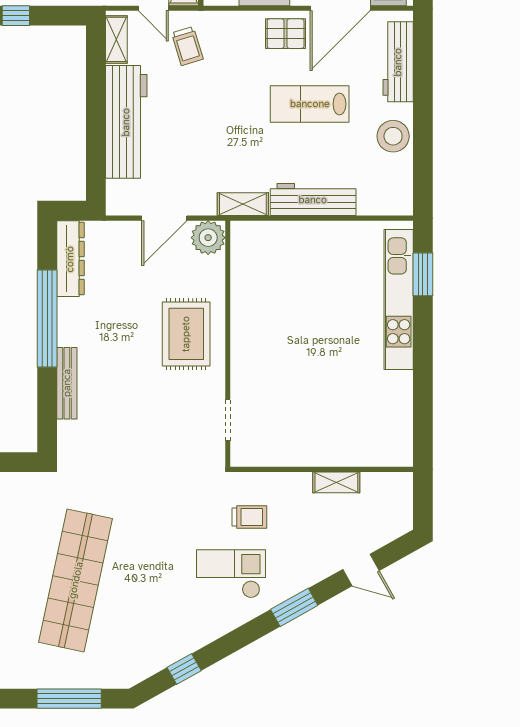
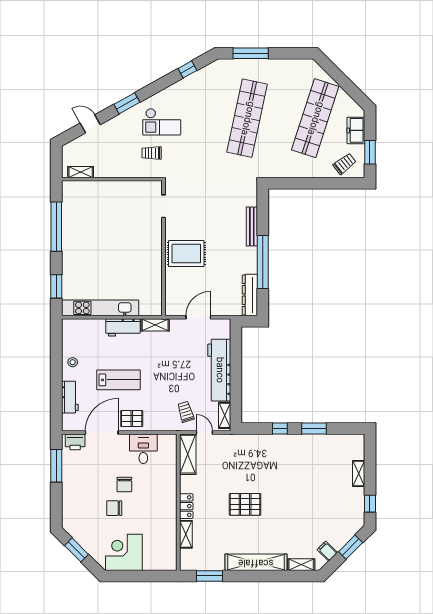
workbench: (398, 62) -> (70, 397), width x0.73
stool: (393, 136) -> (73, 362), width x0.53, depth x0.53
workbench: (313, 200) -> (123, 327), width x0.73
plant: (208, 238) -> (174, 306), removed
kitchen unit: (399, 299) -> (100, 308), moved, turned -90
rug: (186, 334) -> (186, 254), turned 90
window: (423, 383) -> (56, 227), added
shelving: (336, 482) -> (81, 172), moved

